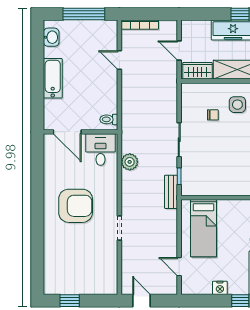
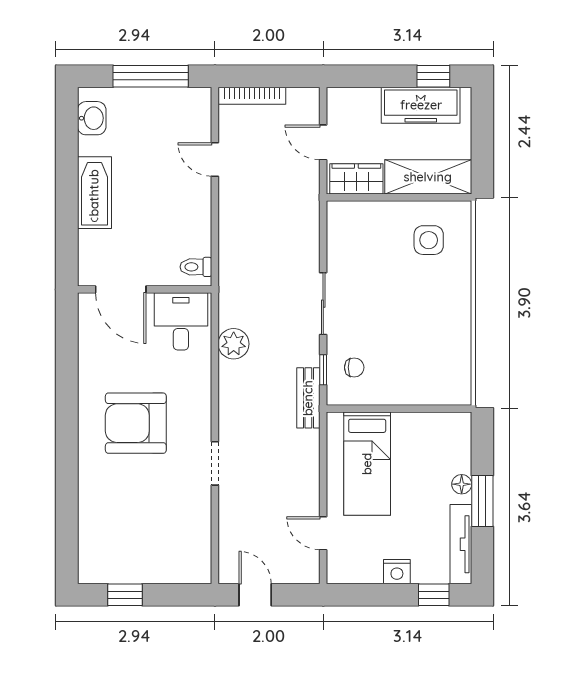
chair: (213, 115) -> (354, 367), moved
armchair: (76, 206) -> (136, 423), turned 180

